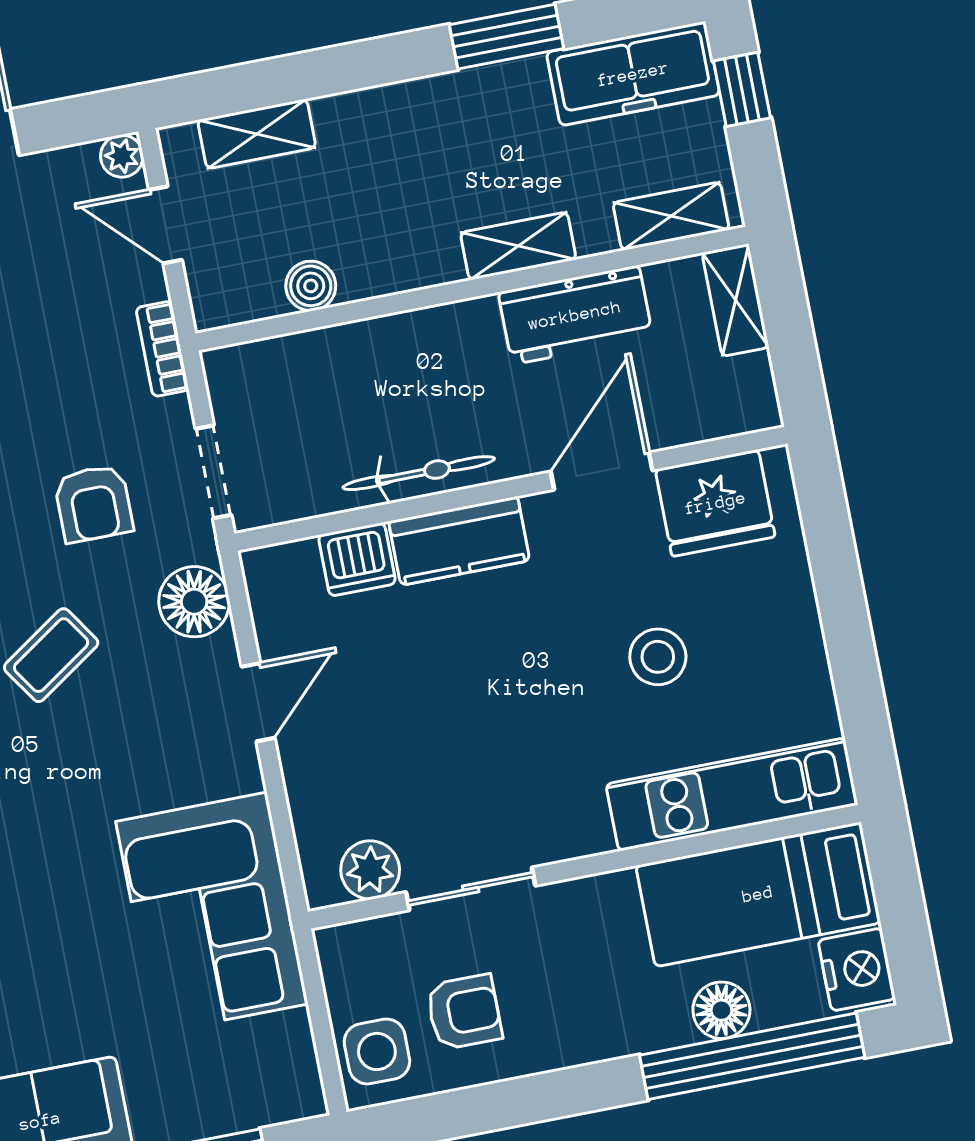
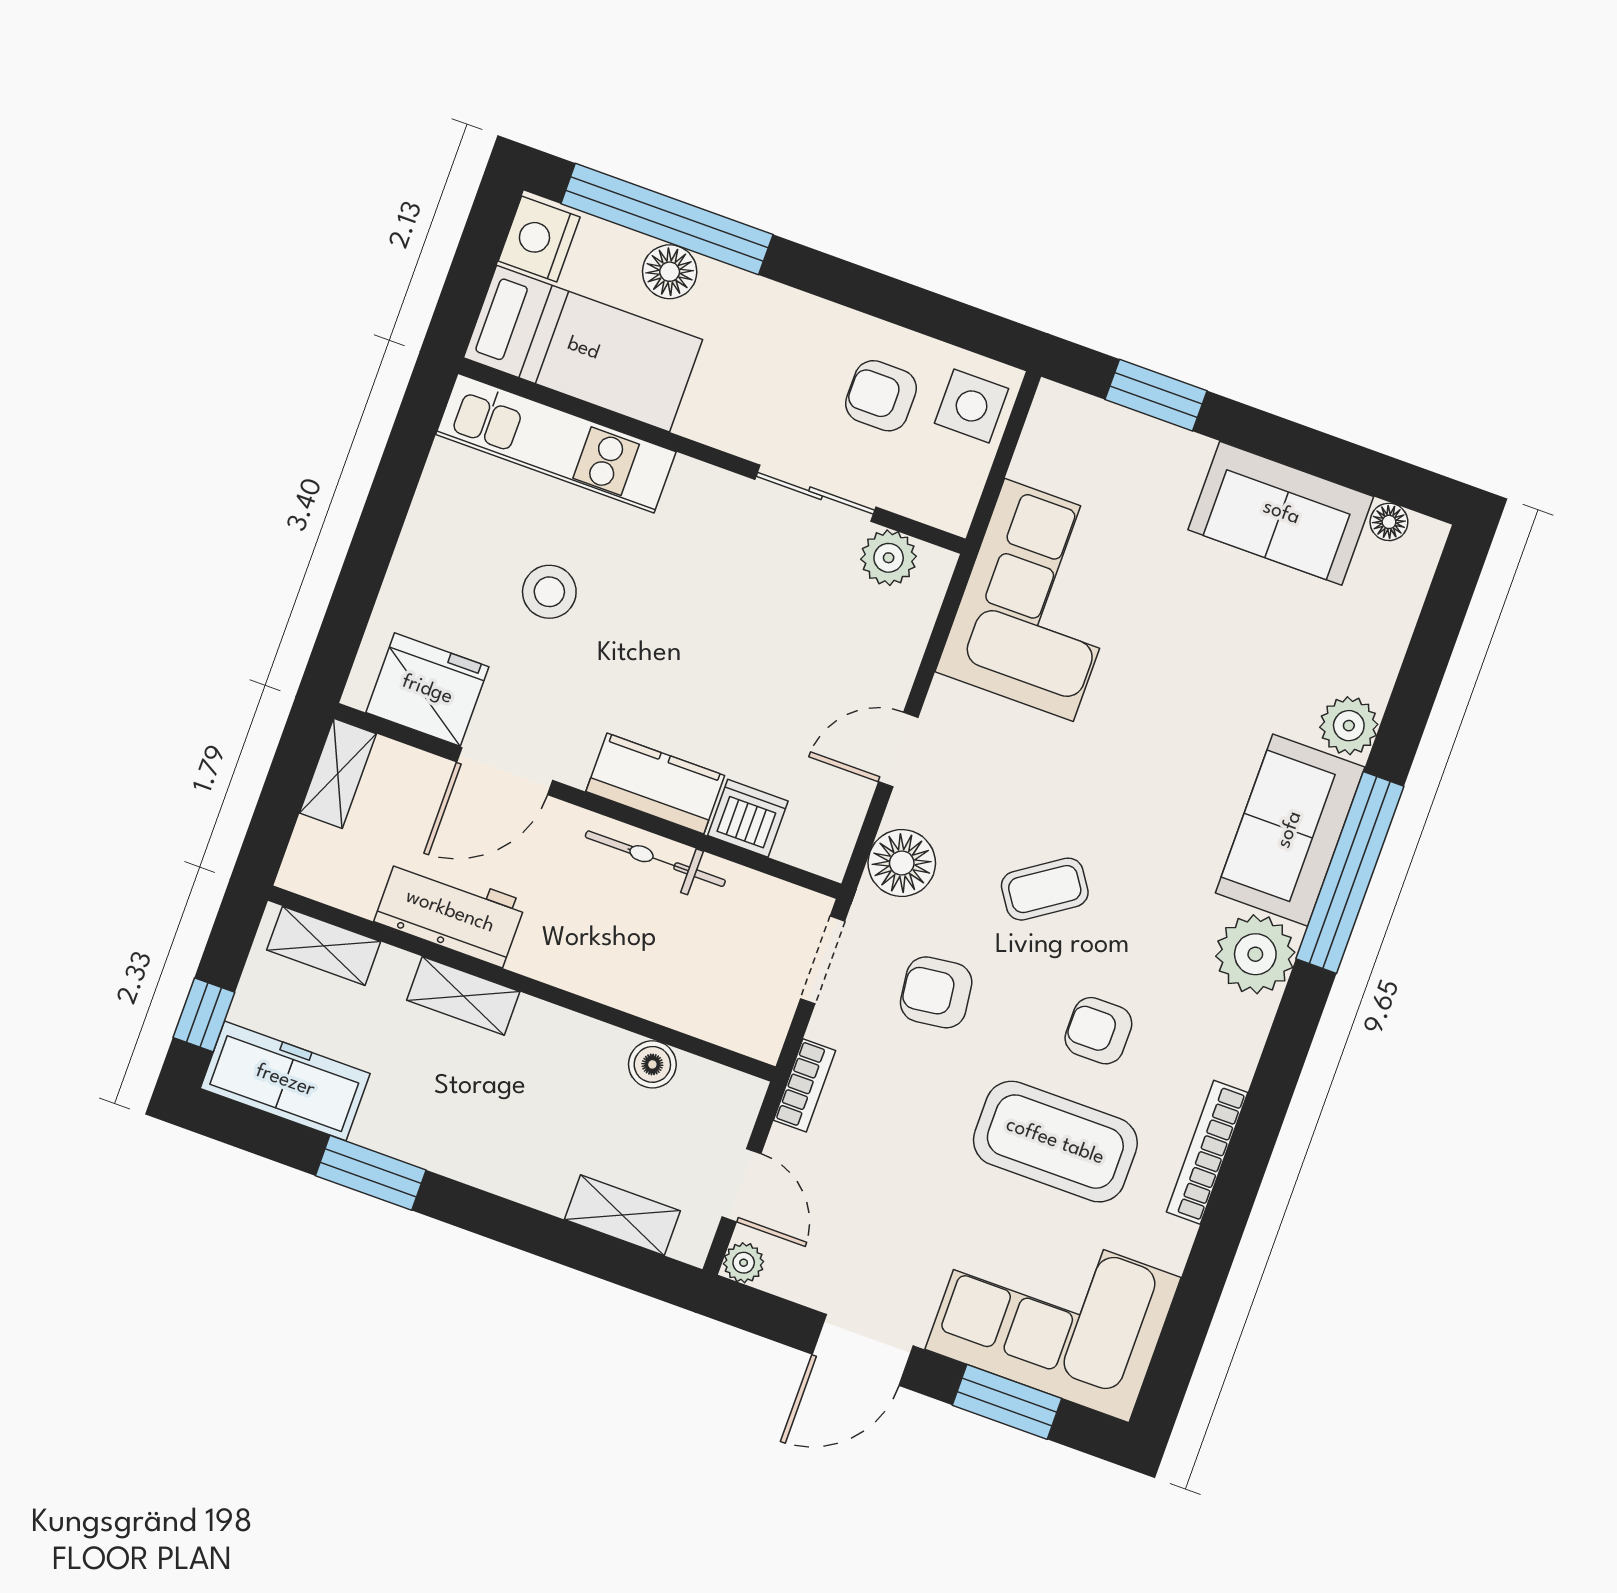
shelving: (736, 300) -> (338, 773), moved
armchair: (94, 503) -> (936, 992), turned -97

